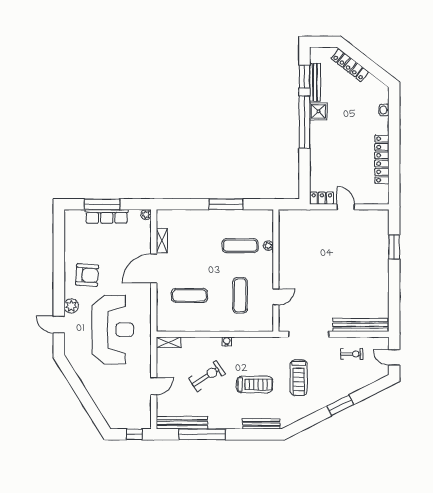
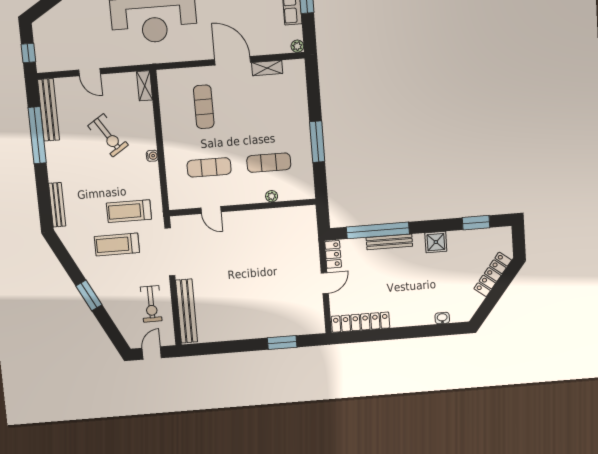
bench: (315, 82) -> (389, 242), moved
window: (304, 122) -> (378, 230), moved
locker: (382, 159) -> (360, 322), moved
exercise mat: (240, 246) -> (269, 163), turned 90
exercise bike: (352, 354) -> (151, 304), width x1.38, depth x1.39
treadmill: (254, 384) -> (129, 211), moved, turned 90

